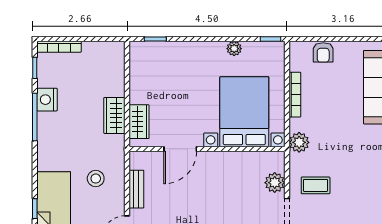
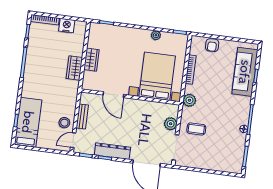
nightstand: (47, 100) -> (67, 26), moved, turned 90
wardrobe: (139, 122) -> (91, 60), moved
door: (180, 149) -> (113, 95), hinge flipped
stool: (96, 179) -> (64, 123), moved

